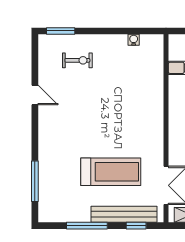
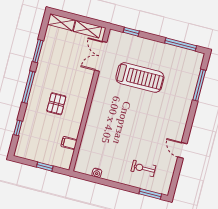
treadmill: (111, 172) -> (140, 77), turned 180
bench: (124, 214) -> (138, 43), removed
window: (87, 226) -> (181, 44), moved

